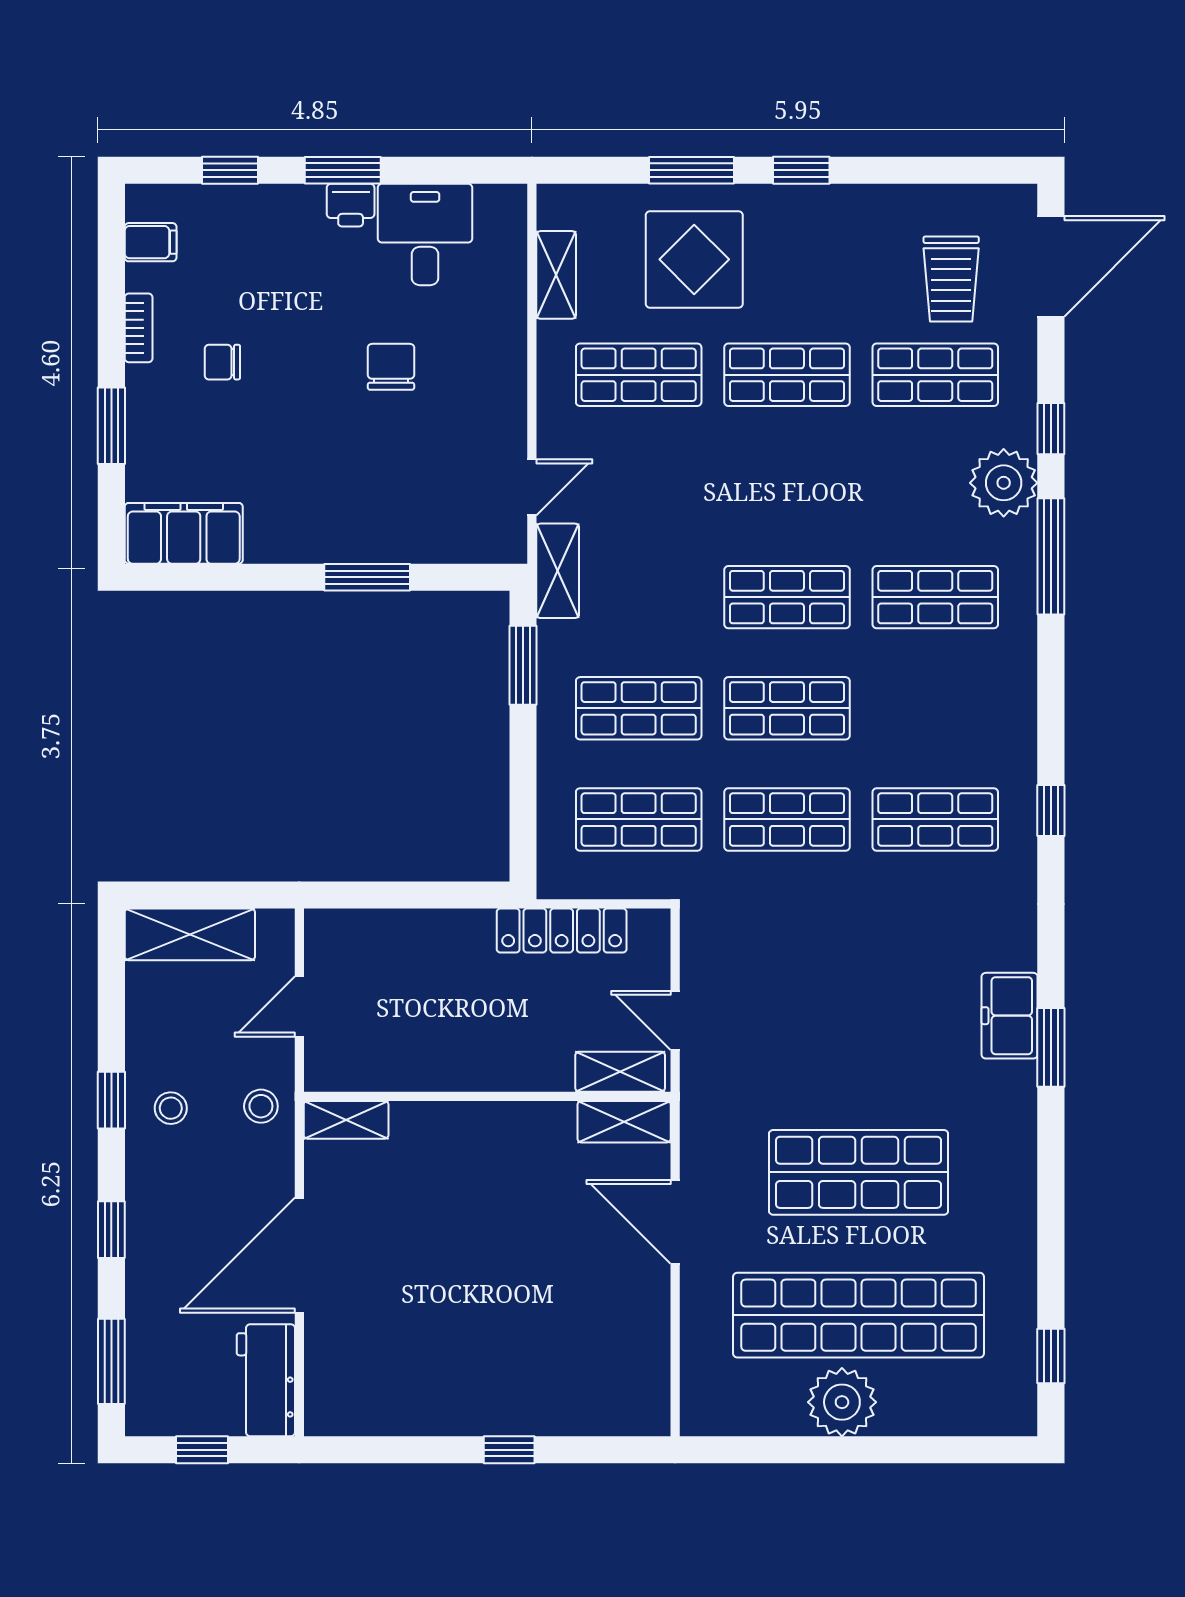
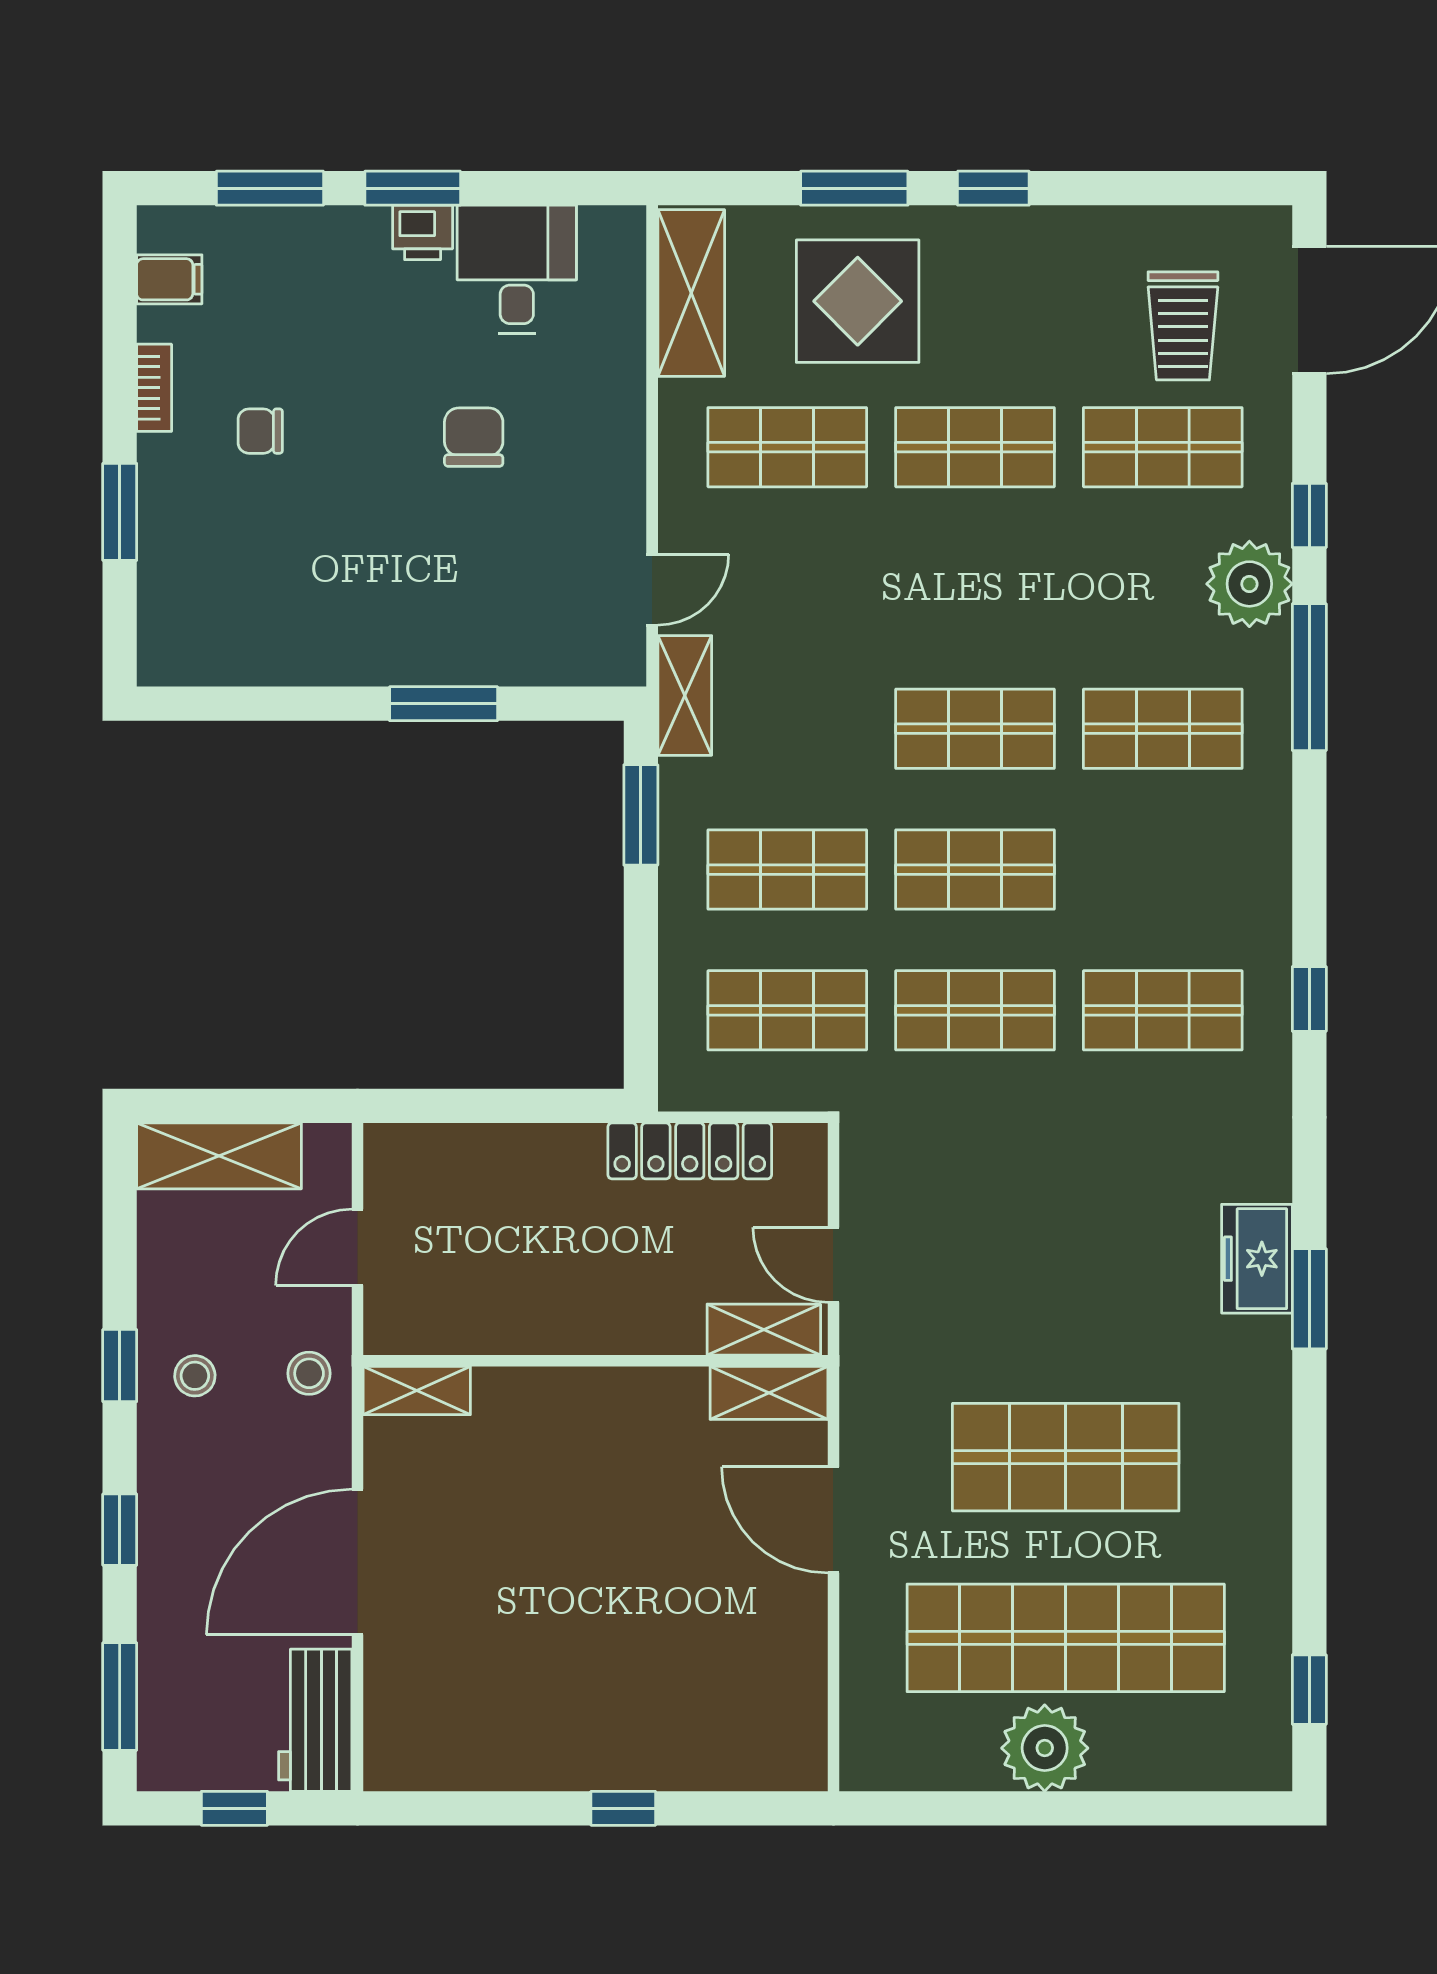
window: (230, 170) -> (270, 188), width x1.50
shelving: (556, 275) -> (691, 293), width x1.50, depth x1.33
filing cabinet: (184, 533) -> (211, 648), removed

